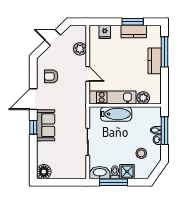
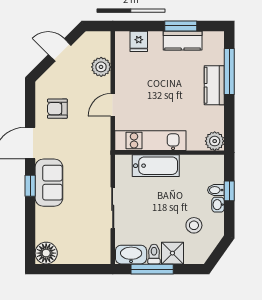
door: (88, 74) -> (113, 105), swing flipped
plant: (143, 98) -> (215, 141), moved
window: (165, 131) -> (229, 191), width x0.46

